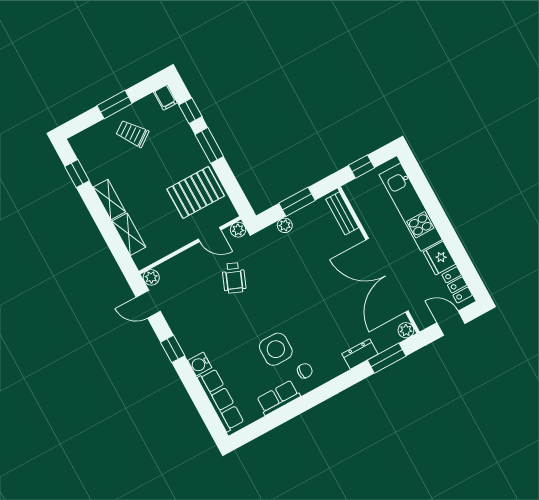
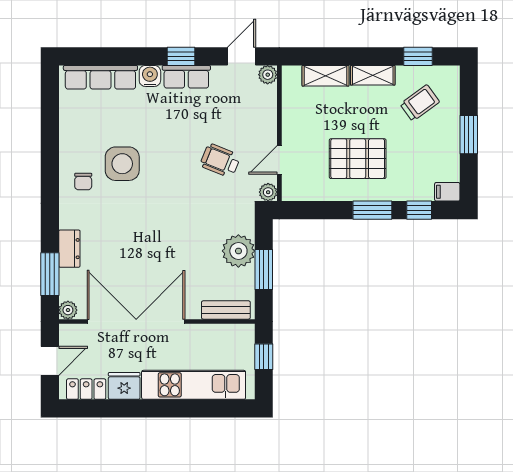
trolley: (132, 133) -> (420, 103), moved
pallet: (196, 192) -> (358, 159), moved, turned 90
plant: (285, 225) -> (238, 251), width x1.88, depth x1.88
row of seats: (278, 398) -> (186, 77), moved, turned 90

